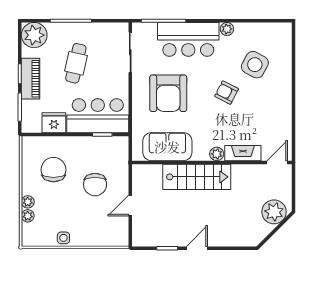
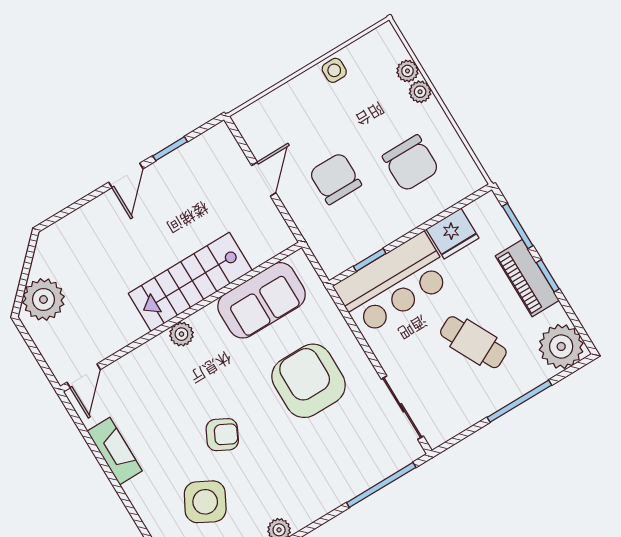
bar counter: (188, 39) -> (327, 479), removed
cafe table: (76, 63) -> (473, 342), turned -40
fireplace: (243, 153) -> (115, 451), moved, turned -90

